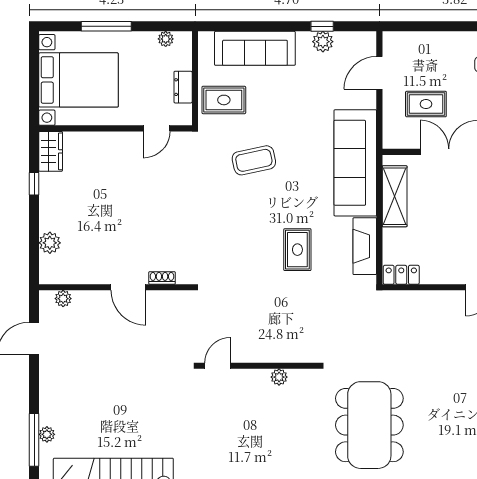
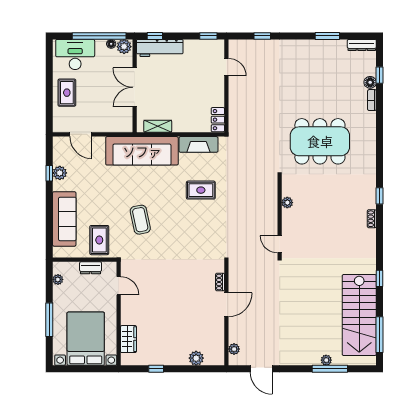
rug: (426, 104) -> (67, 93), moved
wardrobe: (51, 151) -> (128, 339), moved, turned 90
shelving: (395, 196) -> (158, 126), width x0.67, depth x0.75

